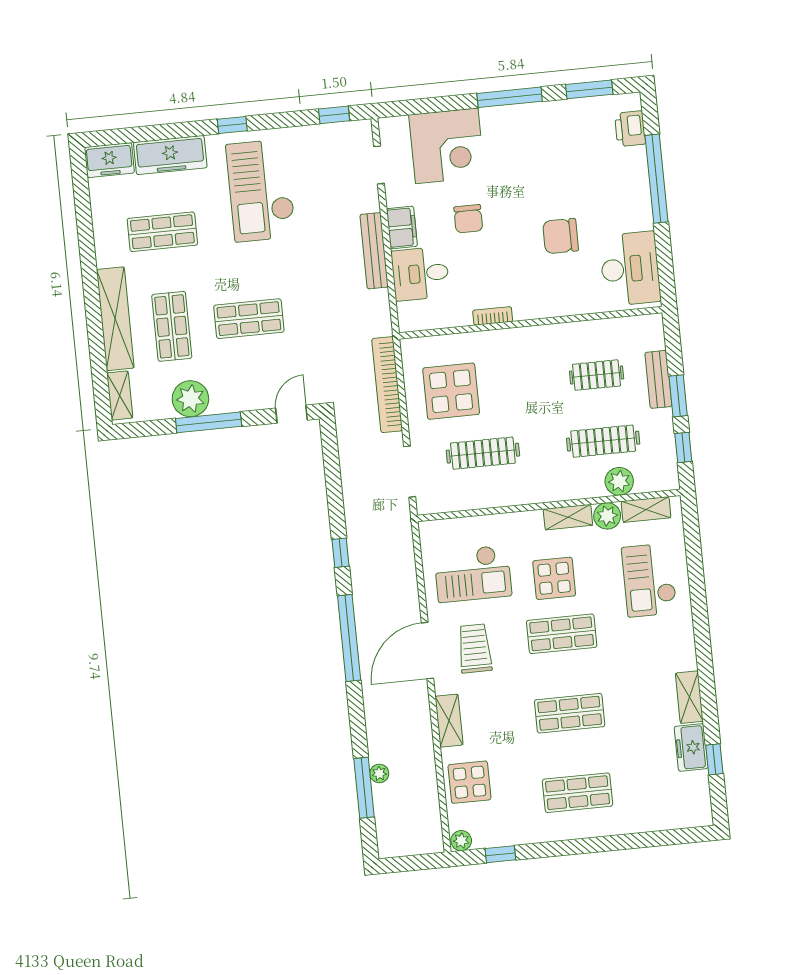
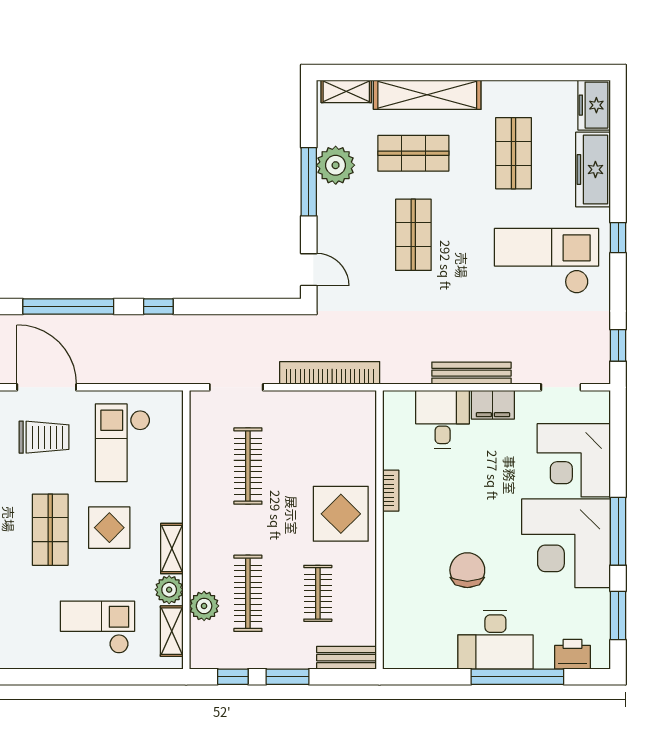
corner desk: (526, 145) -> (566, 543), added
chair: (468, 219) -> (495, 475), removed
desk: (630, 269) -> (495, 640), moved
bench: (658, 379) -> (347, 658), moved
display table: (451, 391) -> (341, 514), moved

